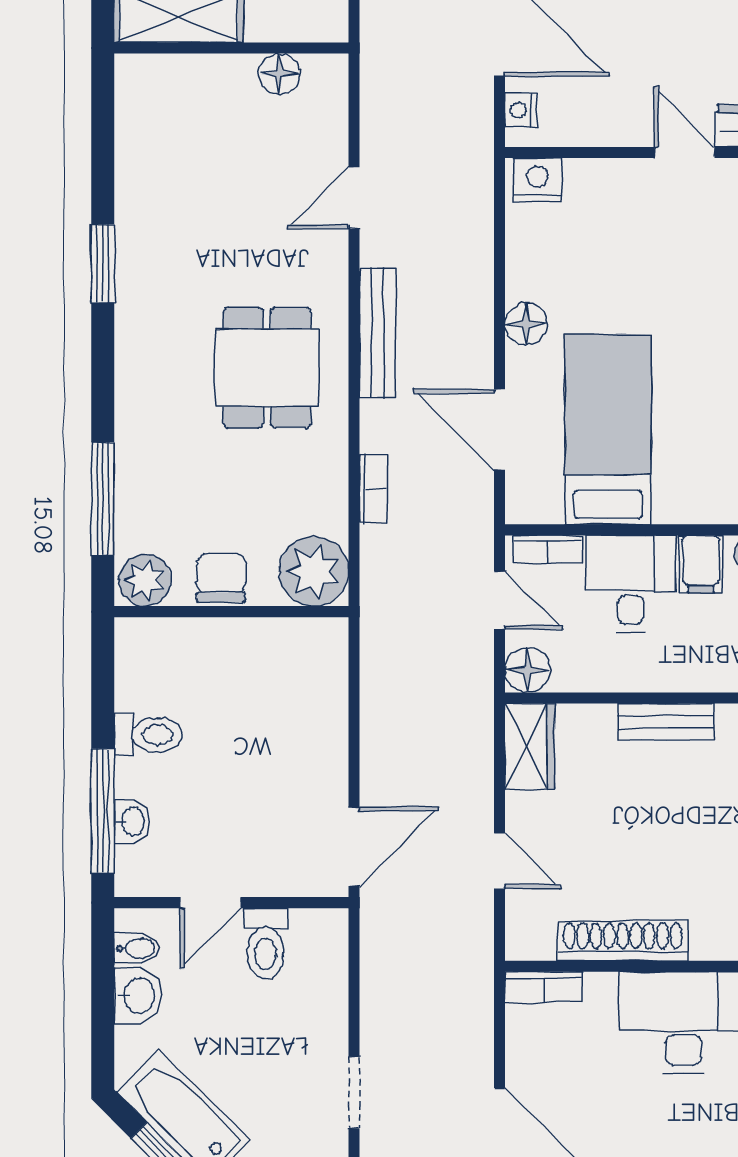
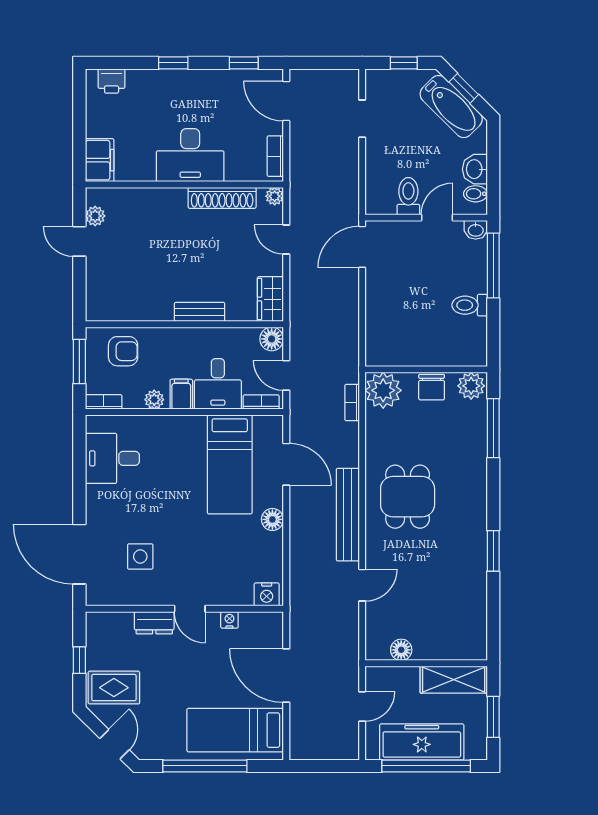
nightstand: (521, 110) -> (229, 620), moved, turned -90
bench: (378, 333) -> (348, 515), width x1.37, depth x1.21
bookcase: (373, 489) -> (352, 402), moved
washbasin: (132, 822) -> (476, 230), moved, turned -90
plant: (522, 944) -> (275, 196), added
bookcase: (544, 987) -> (275, 156), moved, turned -90

